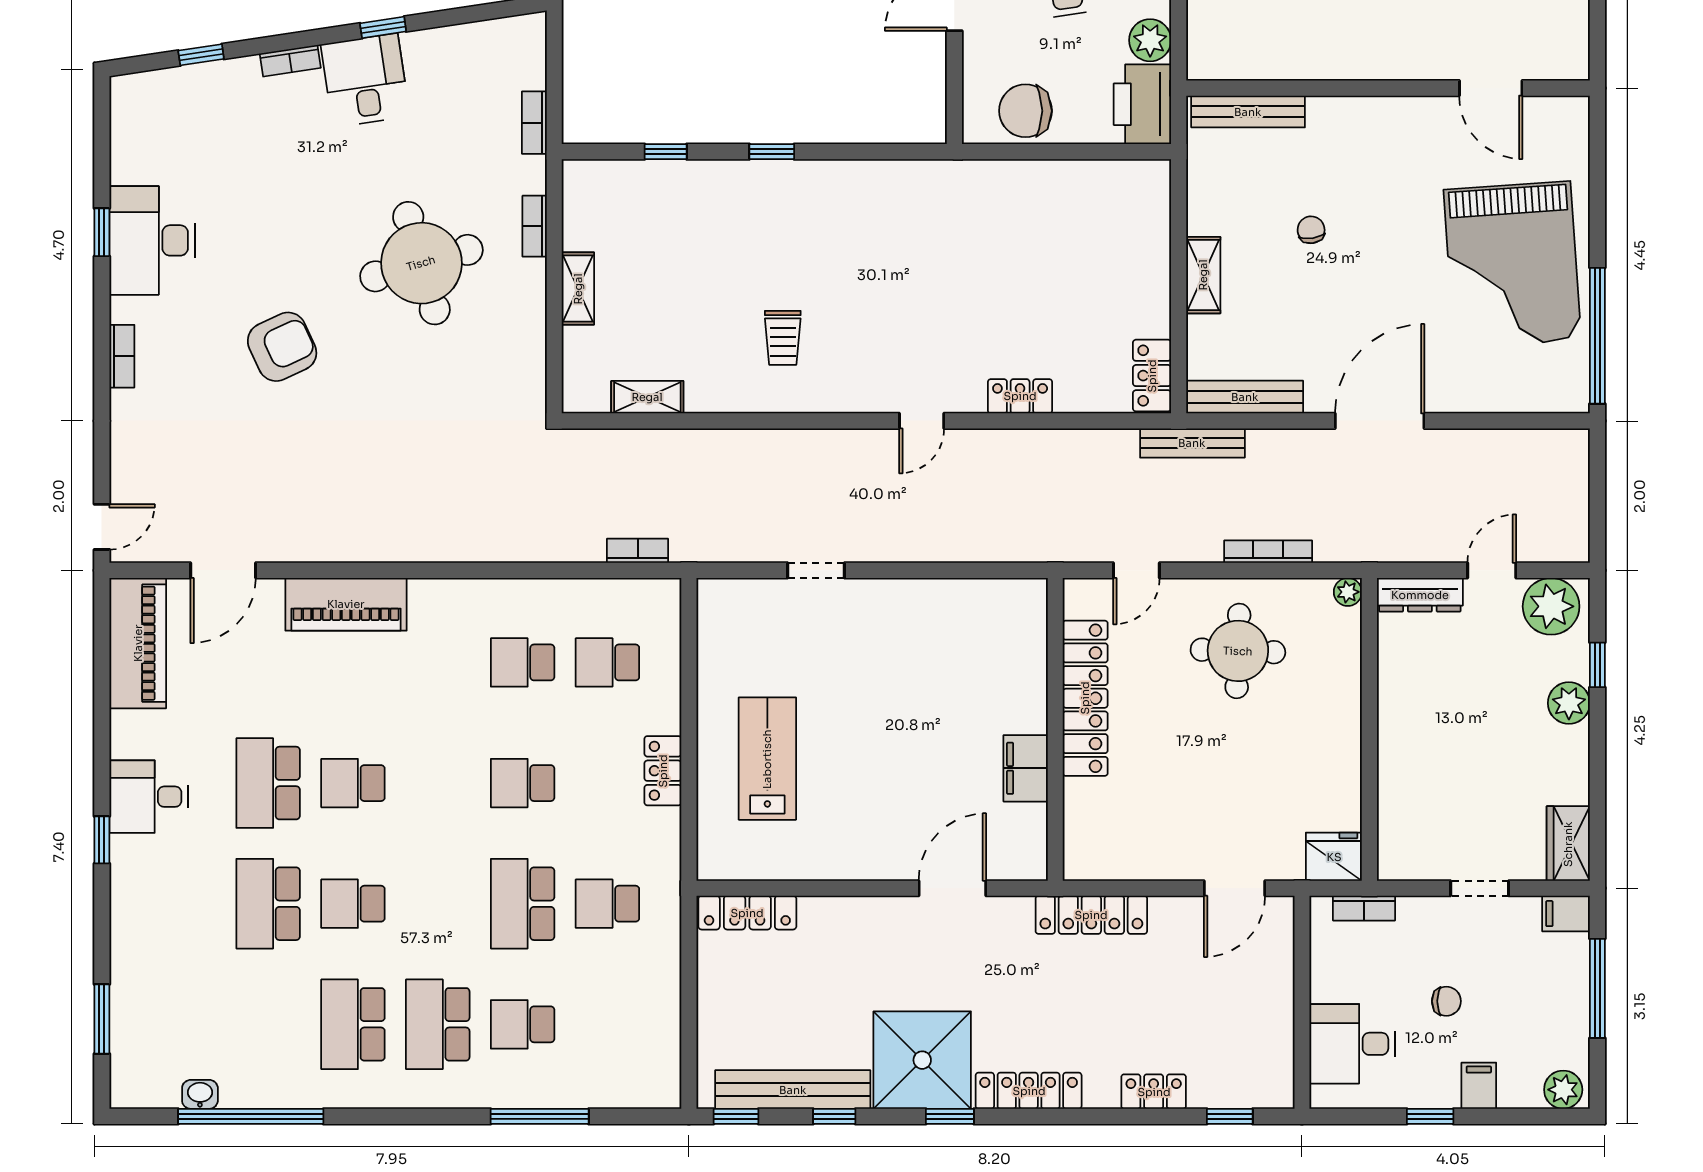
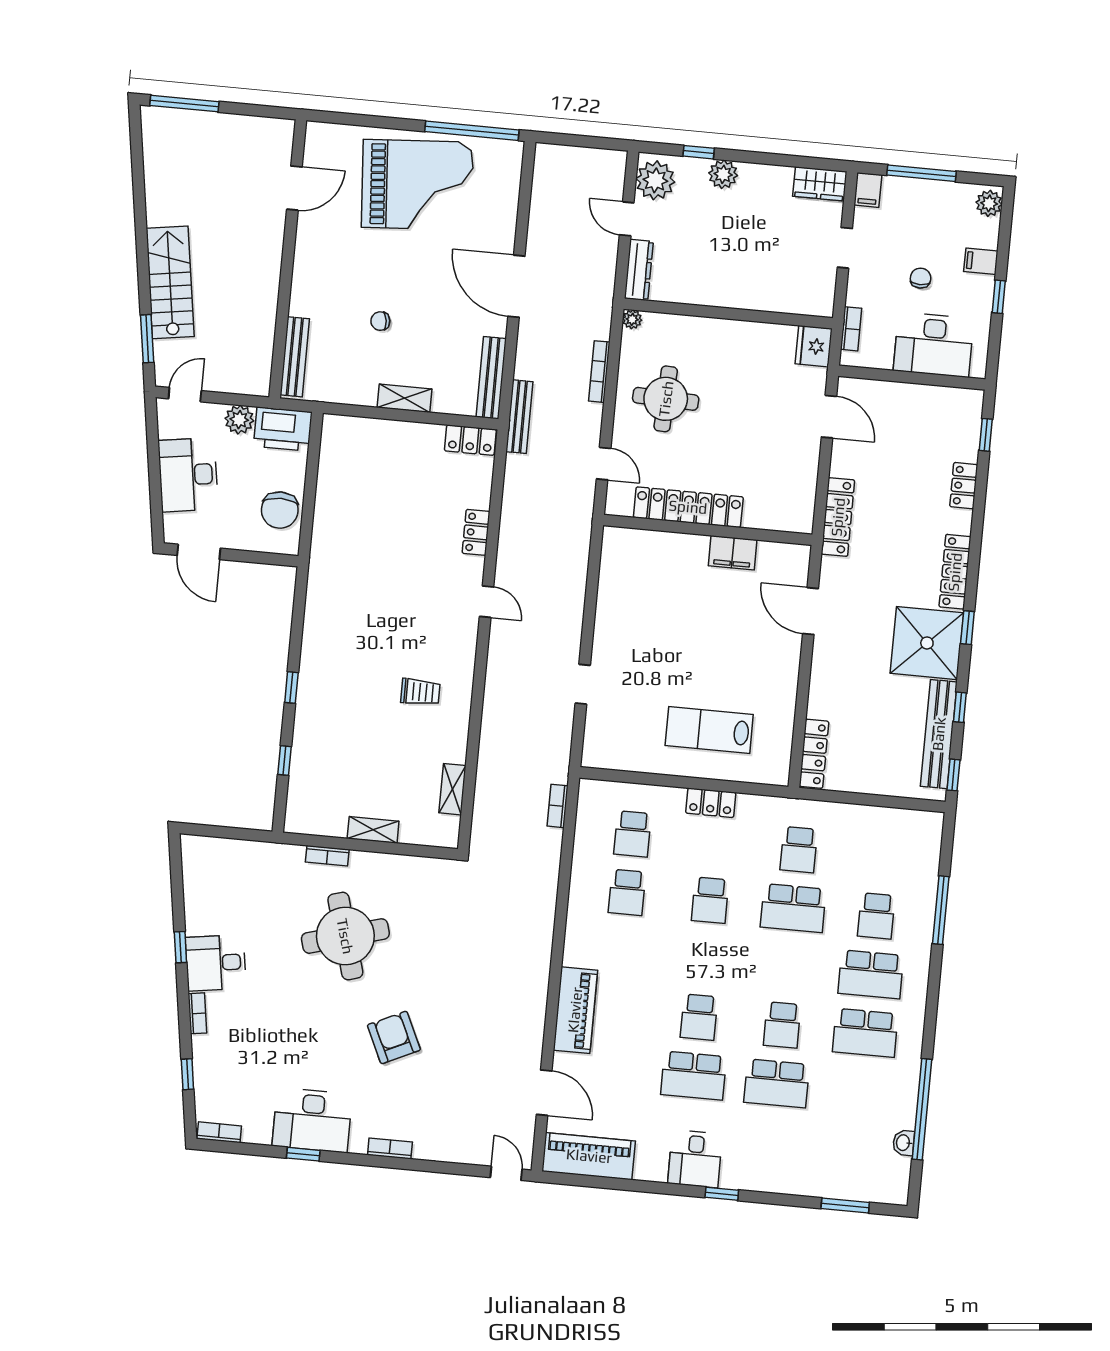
bookcase: (534, 123) -> (219, 1132), moved, turned 180
desk: (1352, 1044) -> (934, 345), width x1.37

